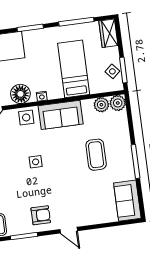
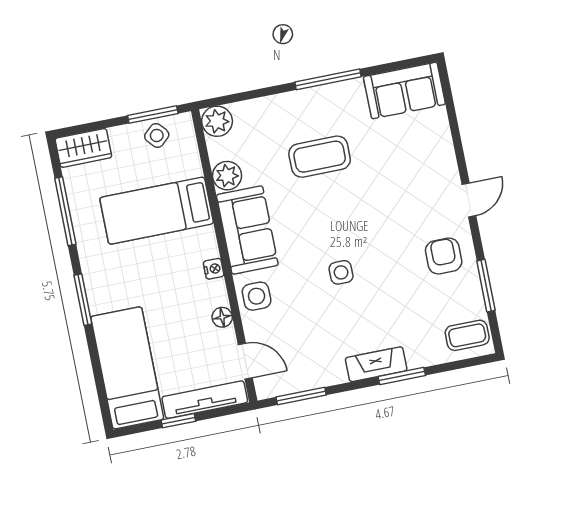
floor lamp: (20, 94) -> (222, 317), width x0.53, depth x0.53
plant: (101, 105) -> (227, 176), moved

